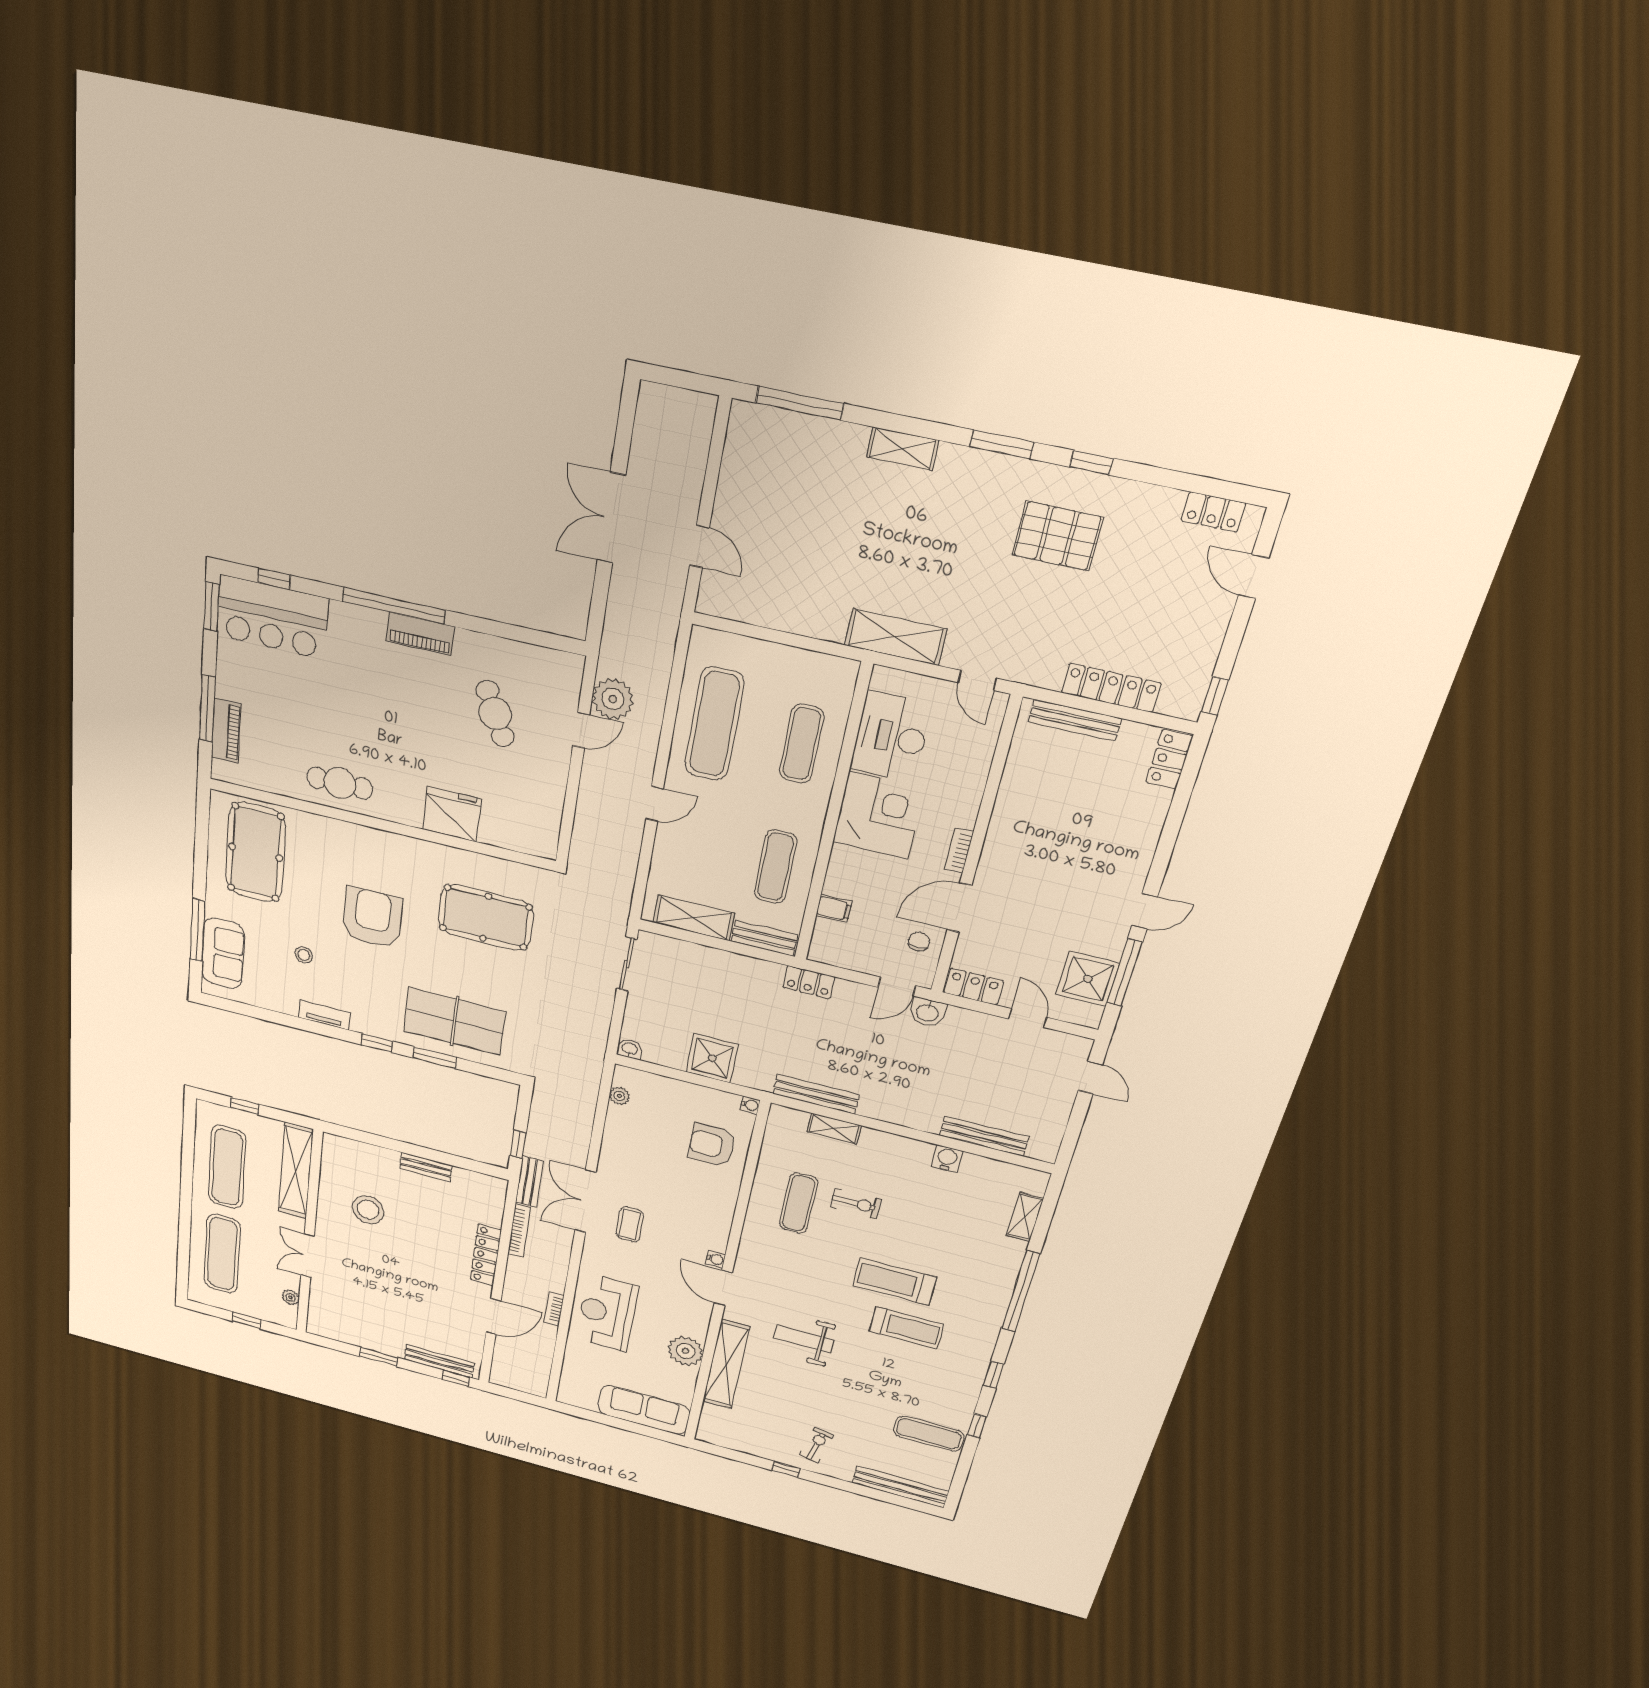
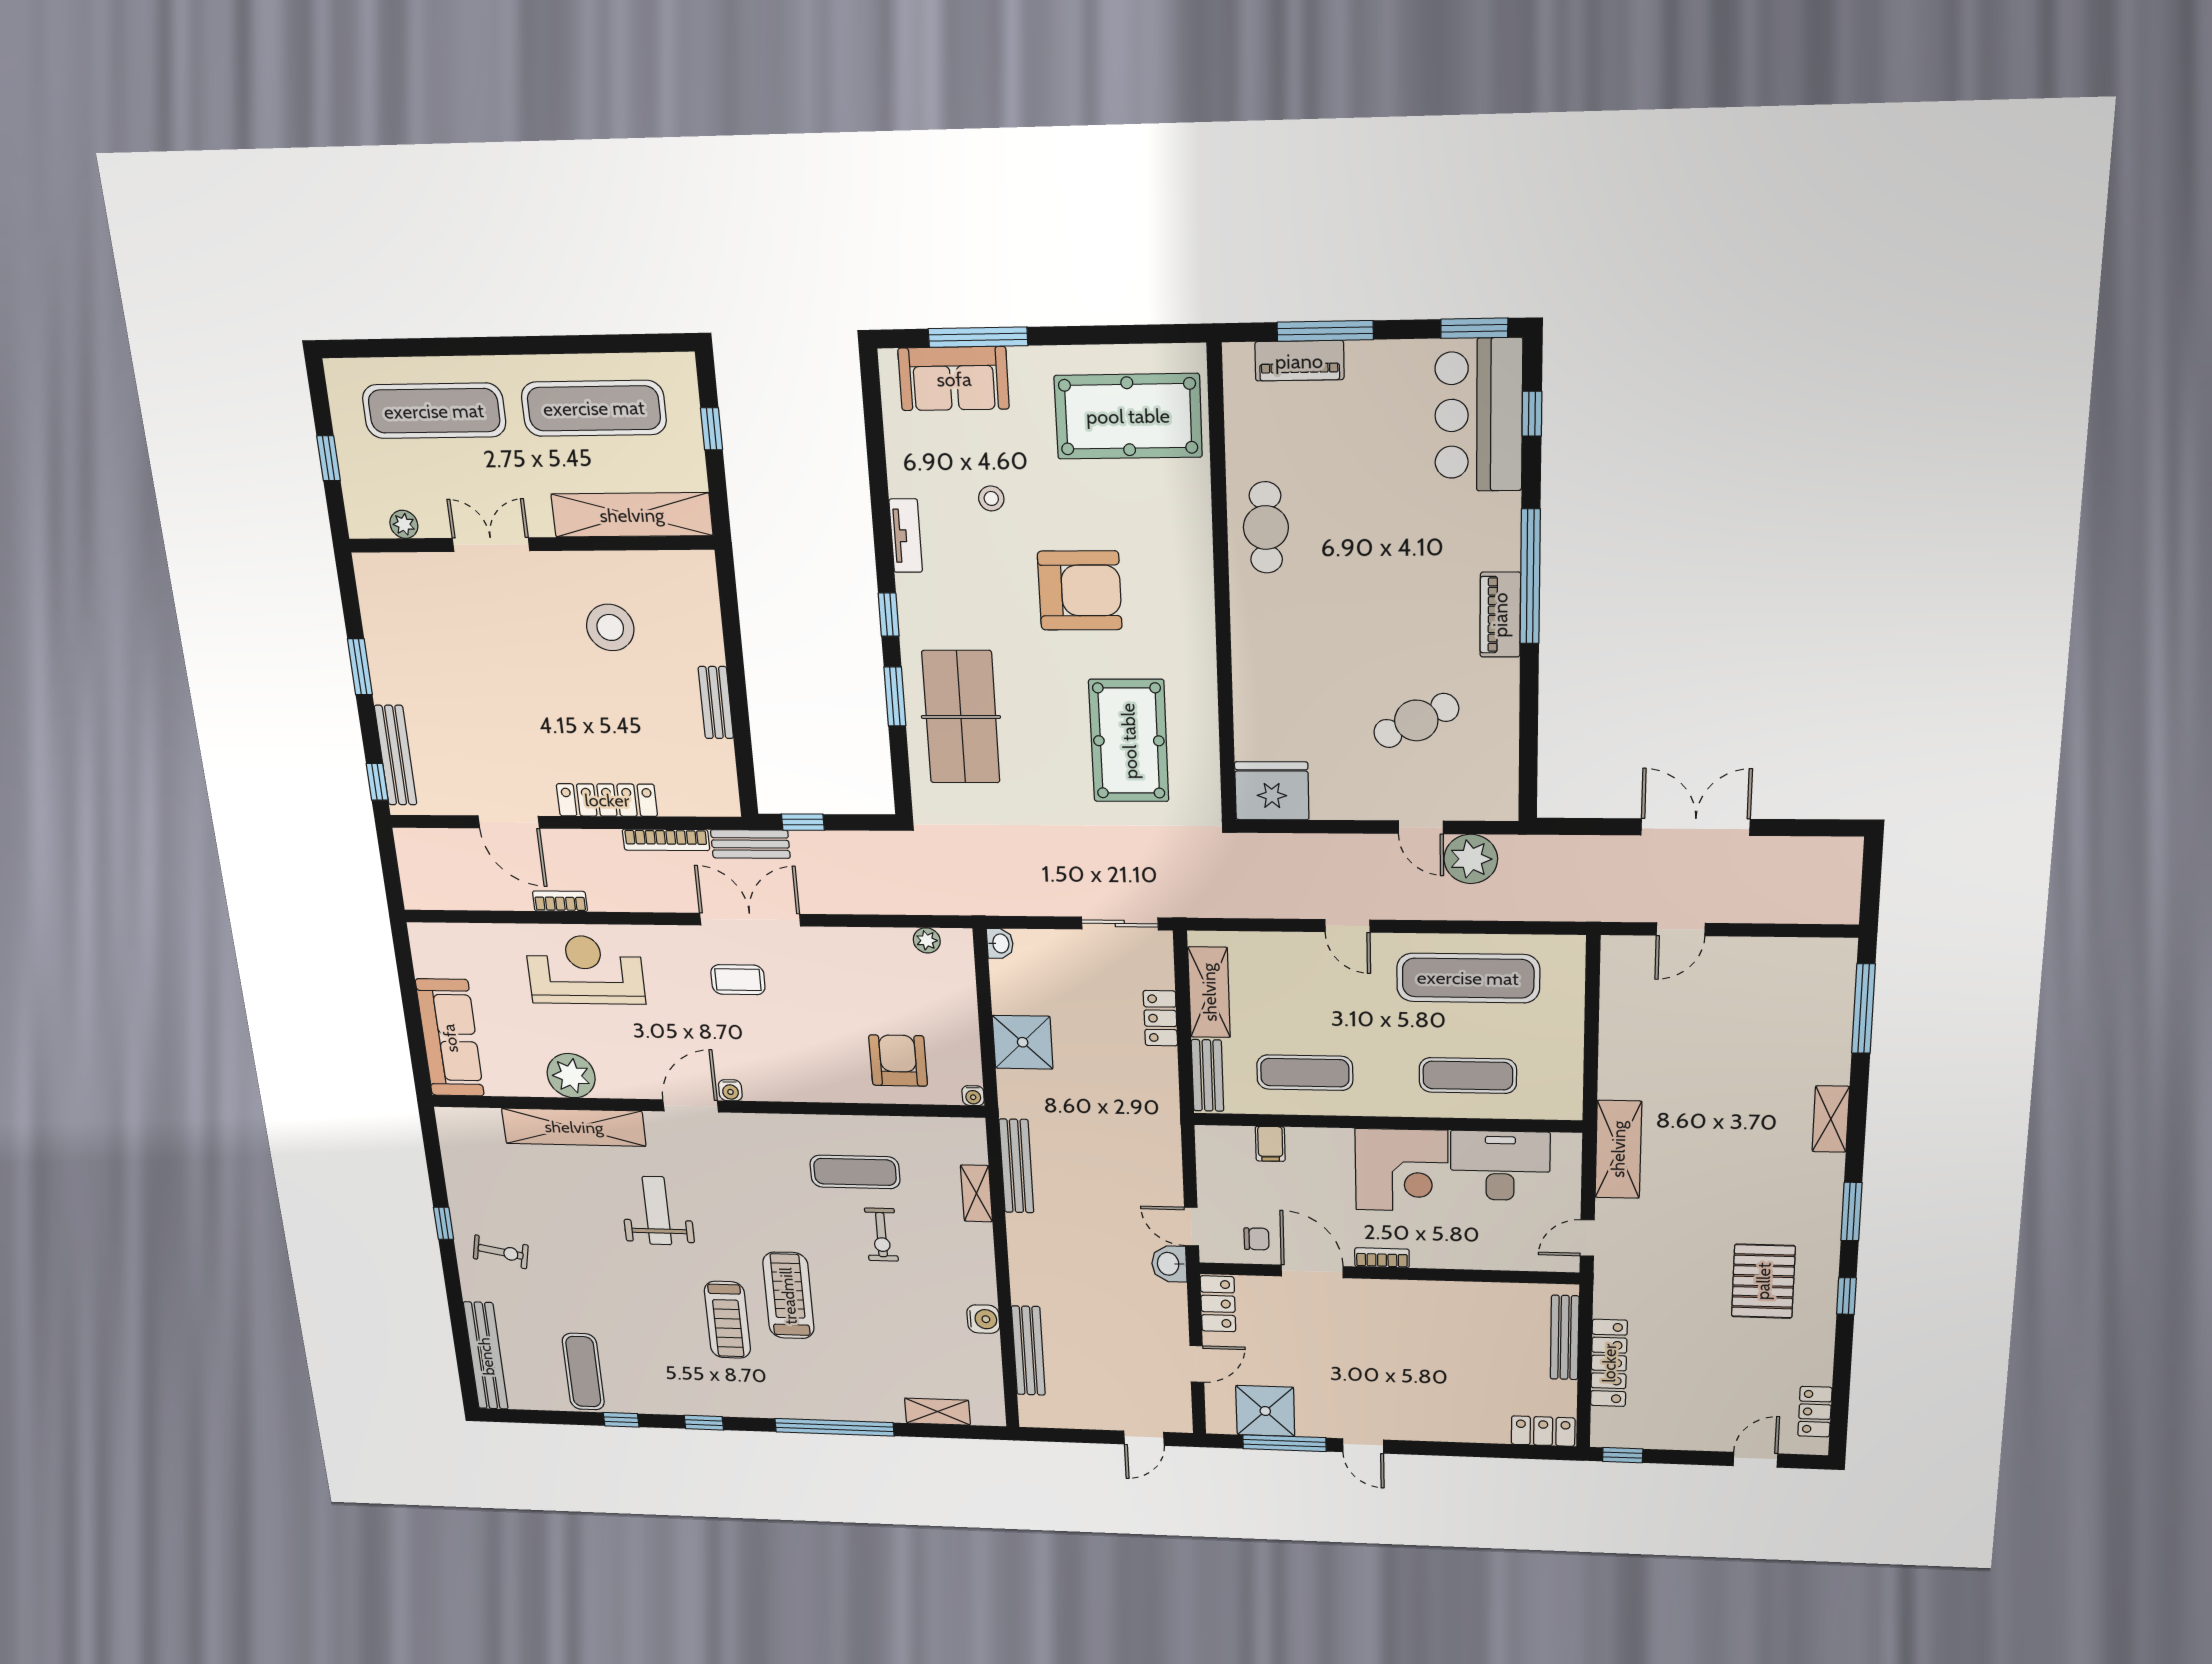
fridge: (452, 814) -> (1272, 791), moved, turned -90
locker: (809, 982) -> (1160, 1018), moved

